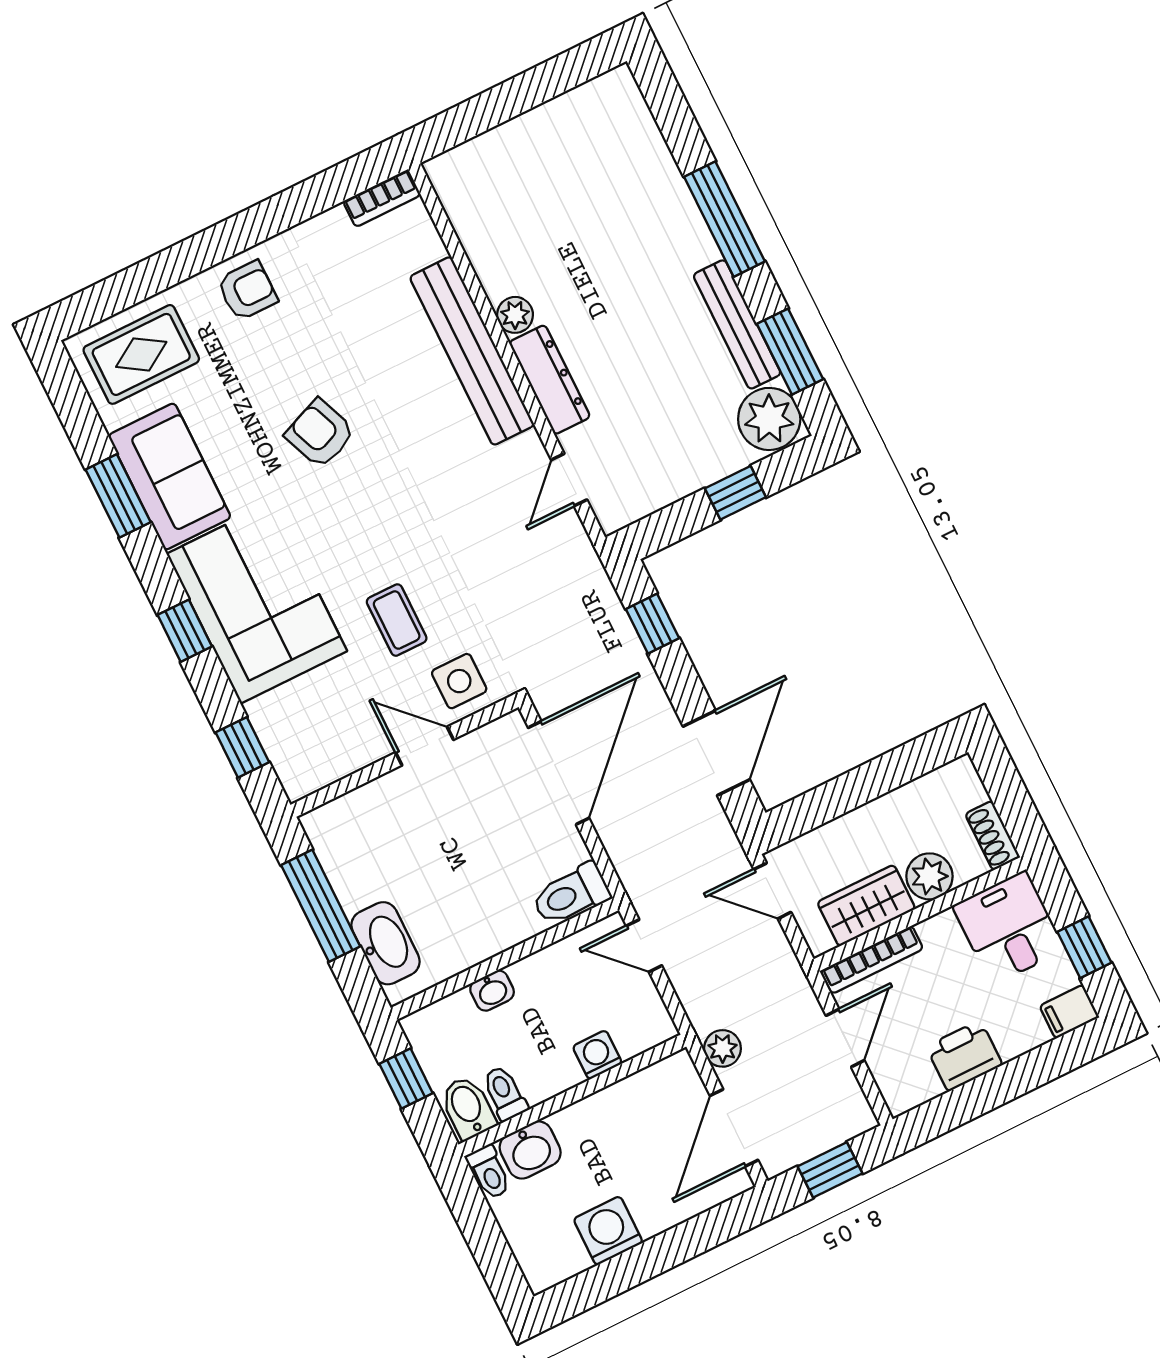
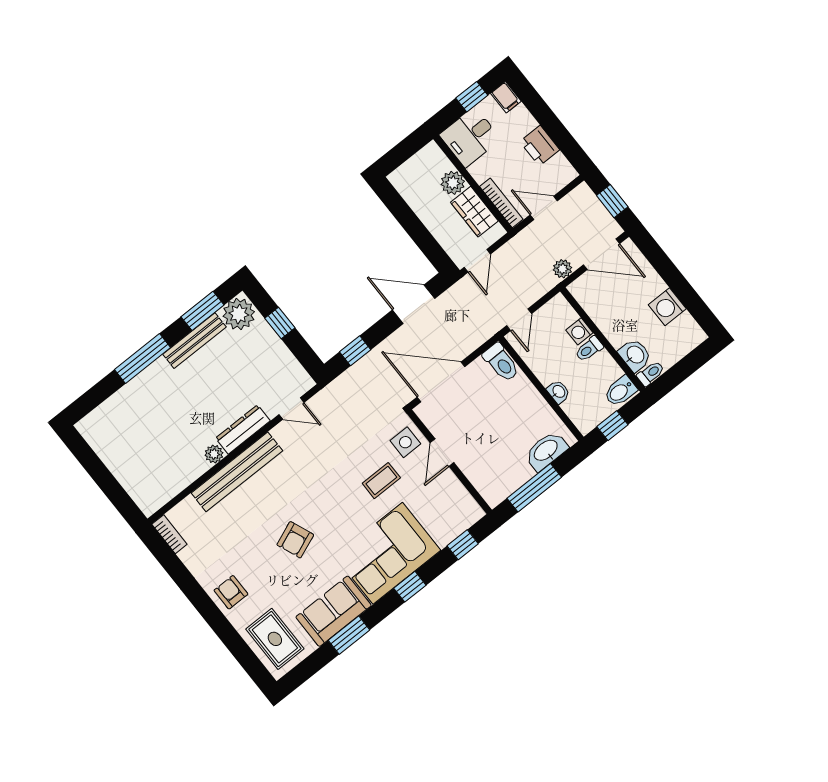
shoe rack: (993, 836) -> (425, 155), removed
toilet: (505, 1093) -> (589, 349), moved

